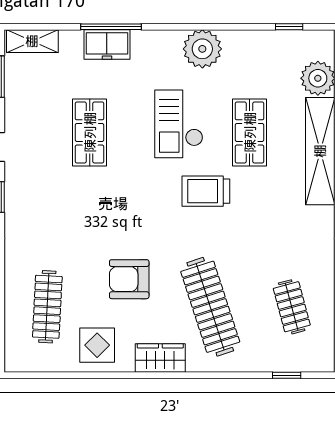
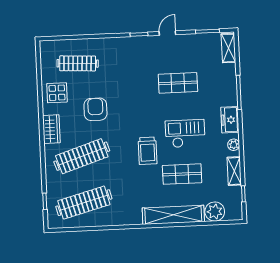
shelving: (248, 41) -> (234, 171), added
freezer: (107, 44) -> (230, 120), moved
plant: (202, 49) -> (234, 145), width x0.53, depth x0.53
trolley: (206, 191) -> (148, 151), turned 180
clothes rail: (292, 307) -> (84, 203), width x1.86, depth x1.31

